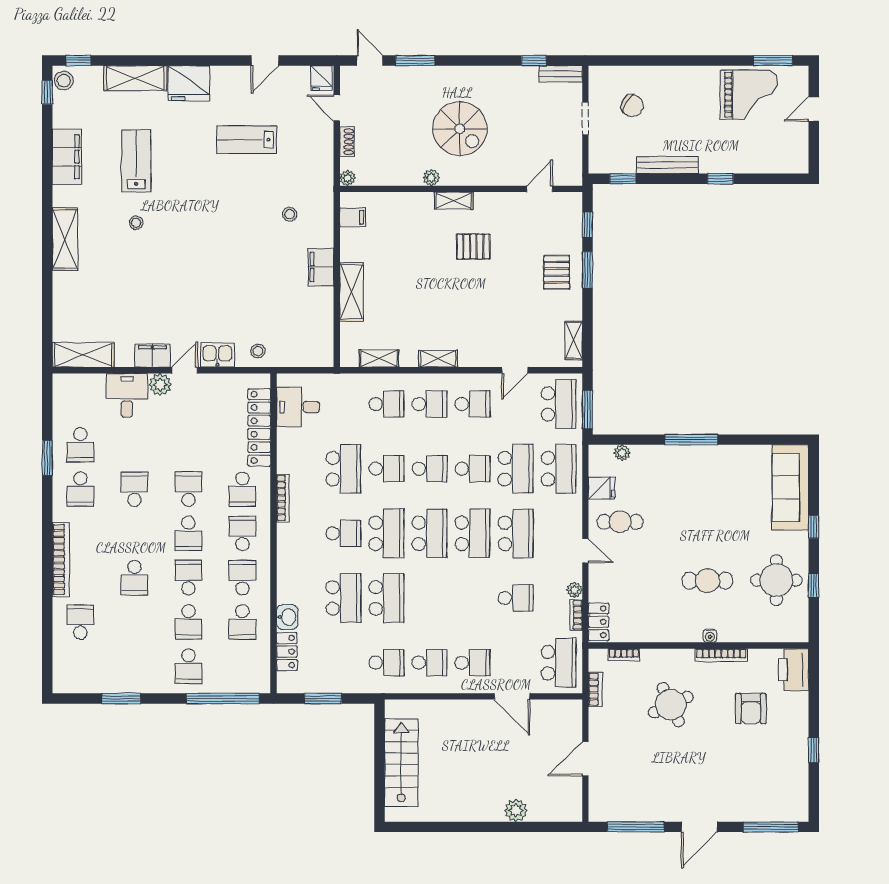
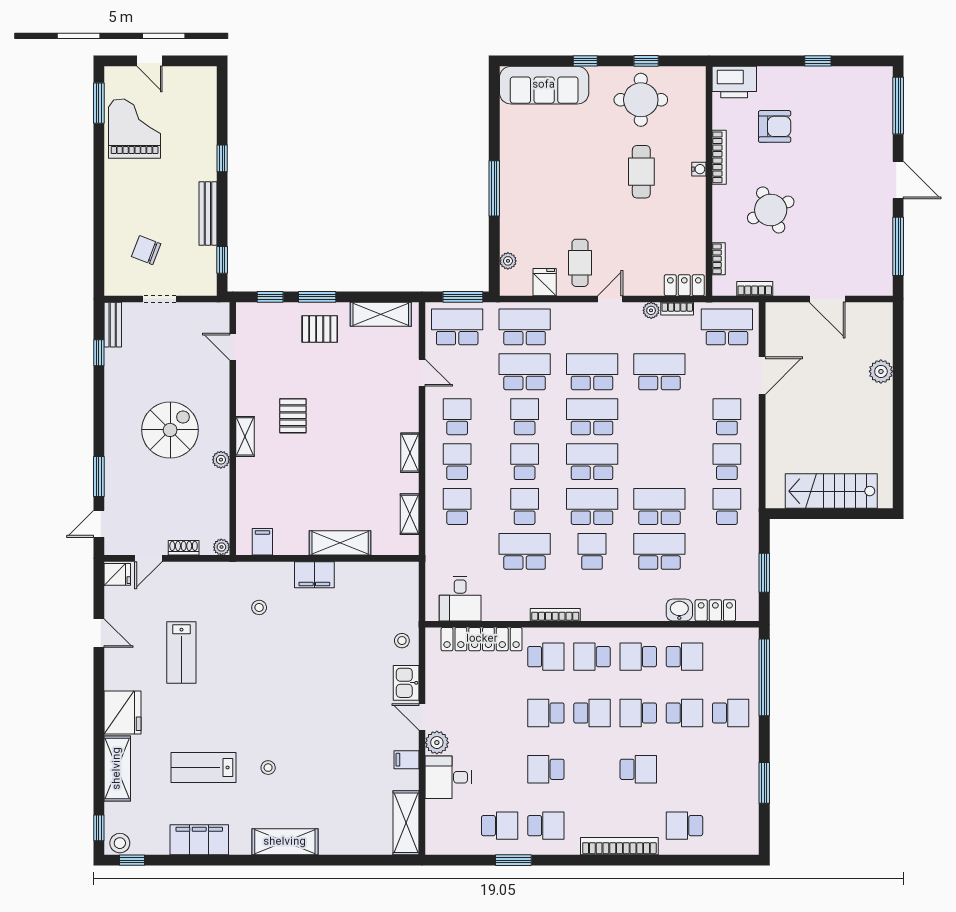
chair: (632, 106) -> (146, 250), turned -100
shelving: (574, 340) -> (381, 314), width x1.50, depth x1.33
filing cabinet: (152, 355) -> (407, 760), width x0.50
school desk: (516, 598) -> (659, 372), width x1.85

